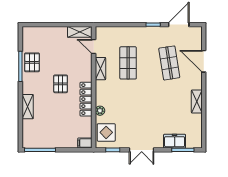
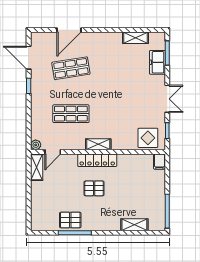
shelving: (100, 69) -> (98, 144), moved
locker: (86, 99) -> (97, 160), moved
shelving: (197, 102) -> (135, 38), moved
shelving: (28, 107) -> (134, 225), moved
plant: (100, 111) -> (36, 145), moved

